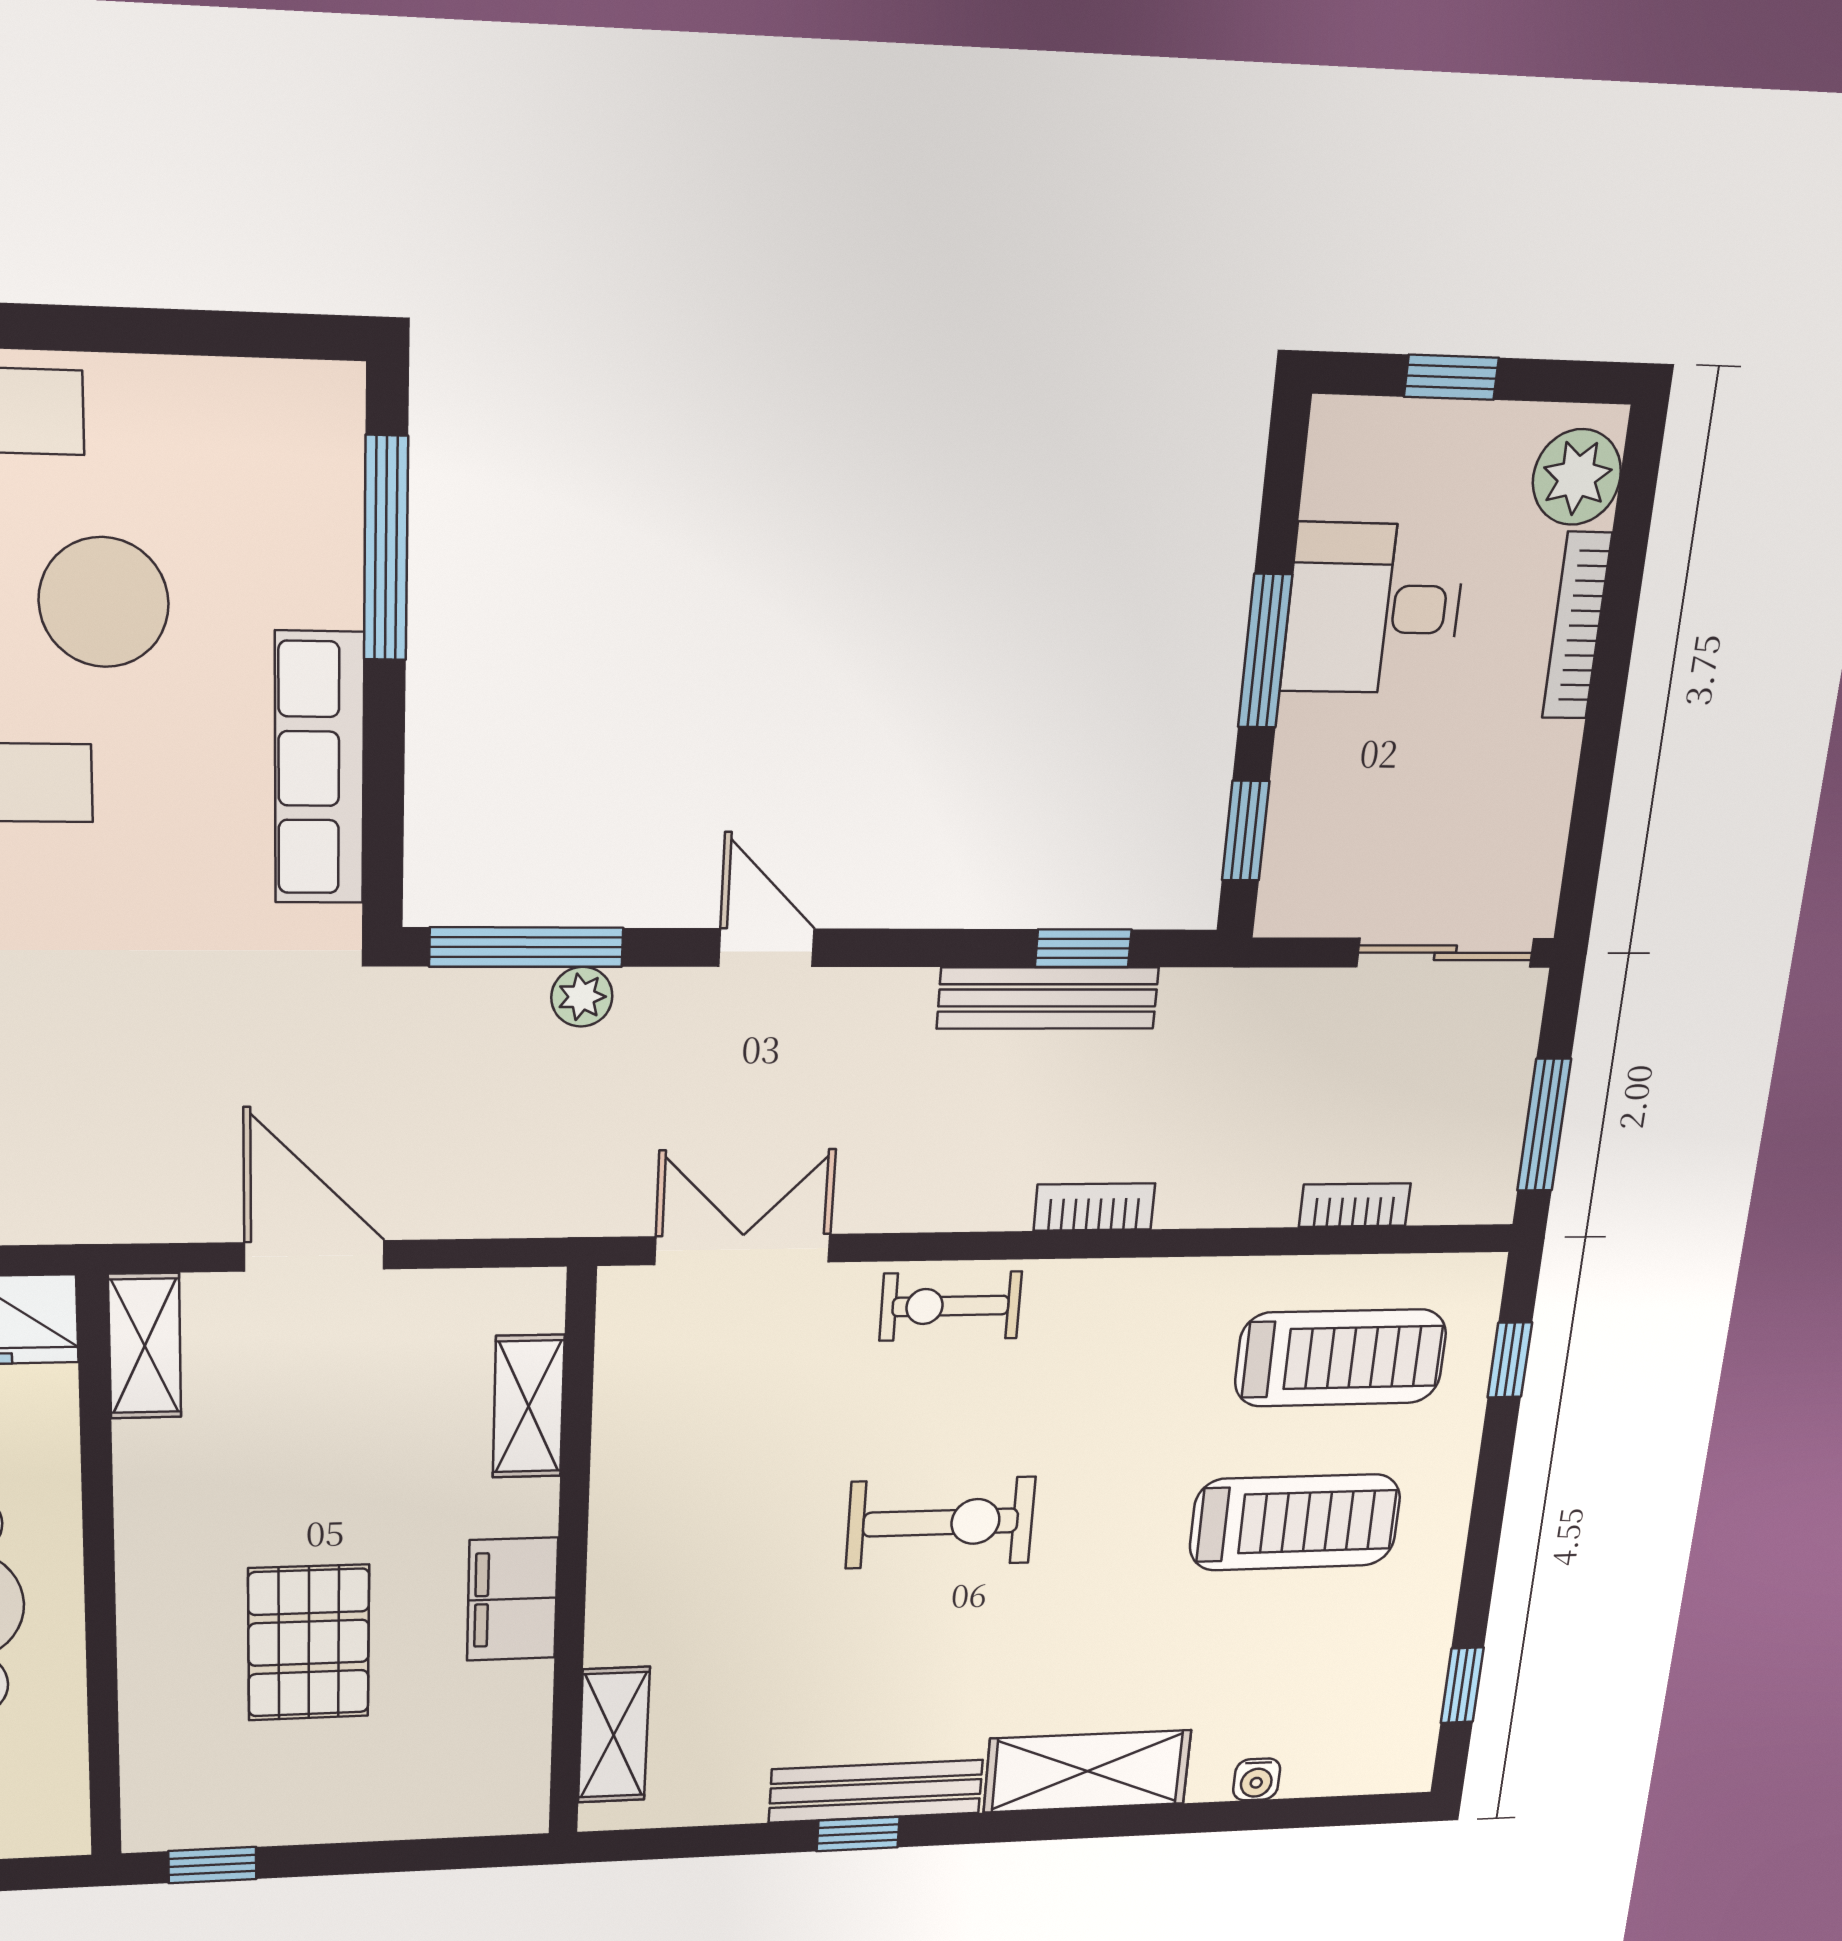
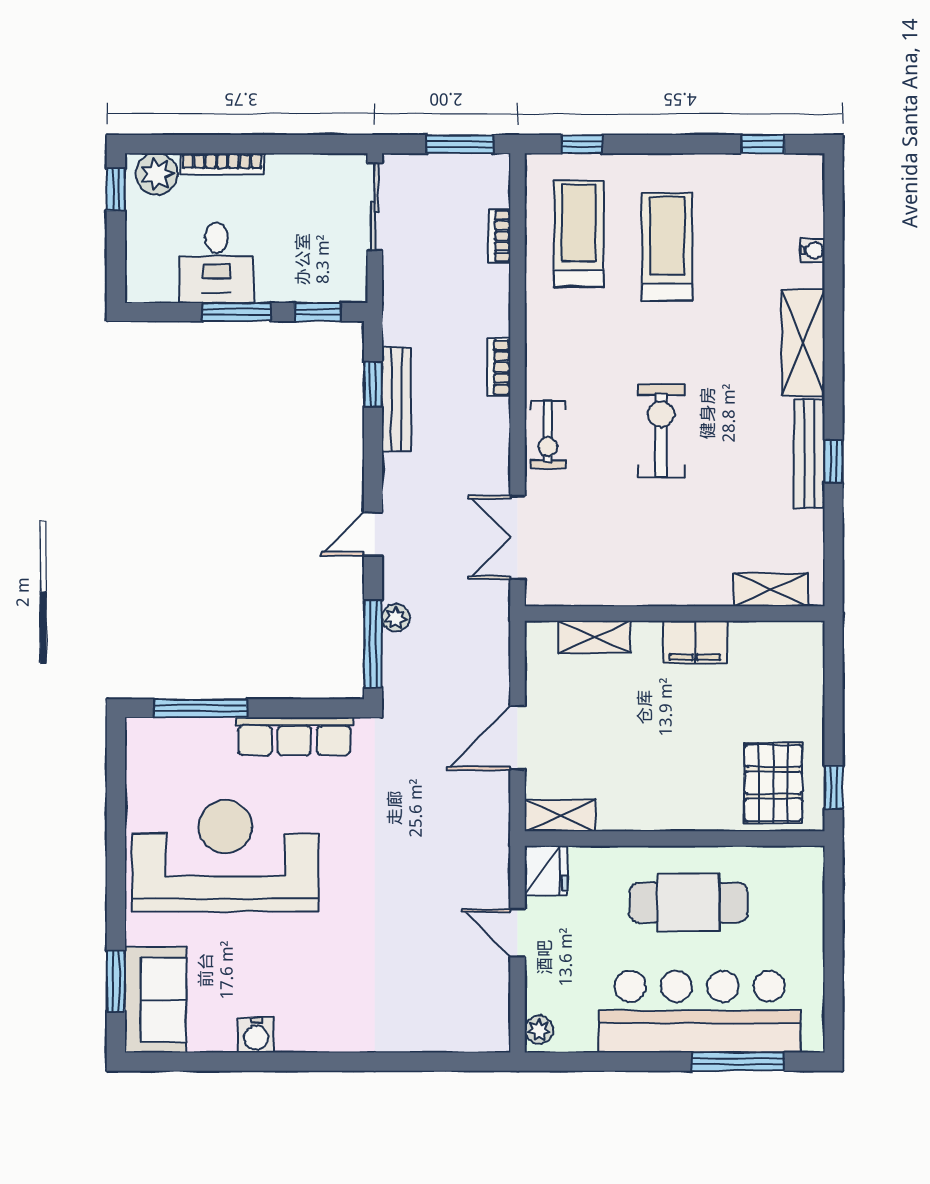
window: (1451, 377) -> (116, 189), moved
pallet: (309, 1643) -> (773, 783), moved, turned 90

